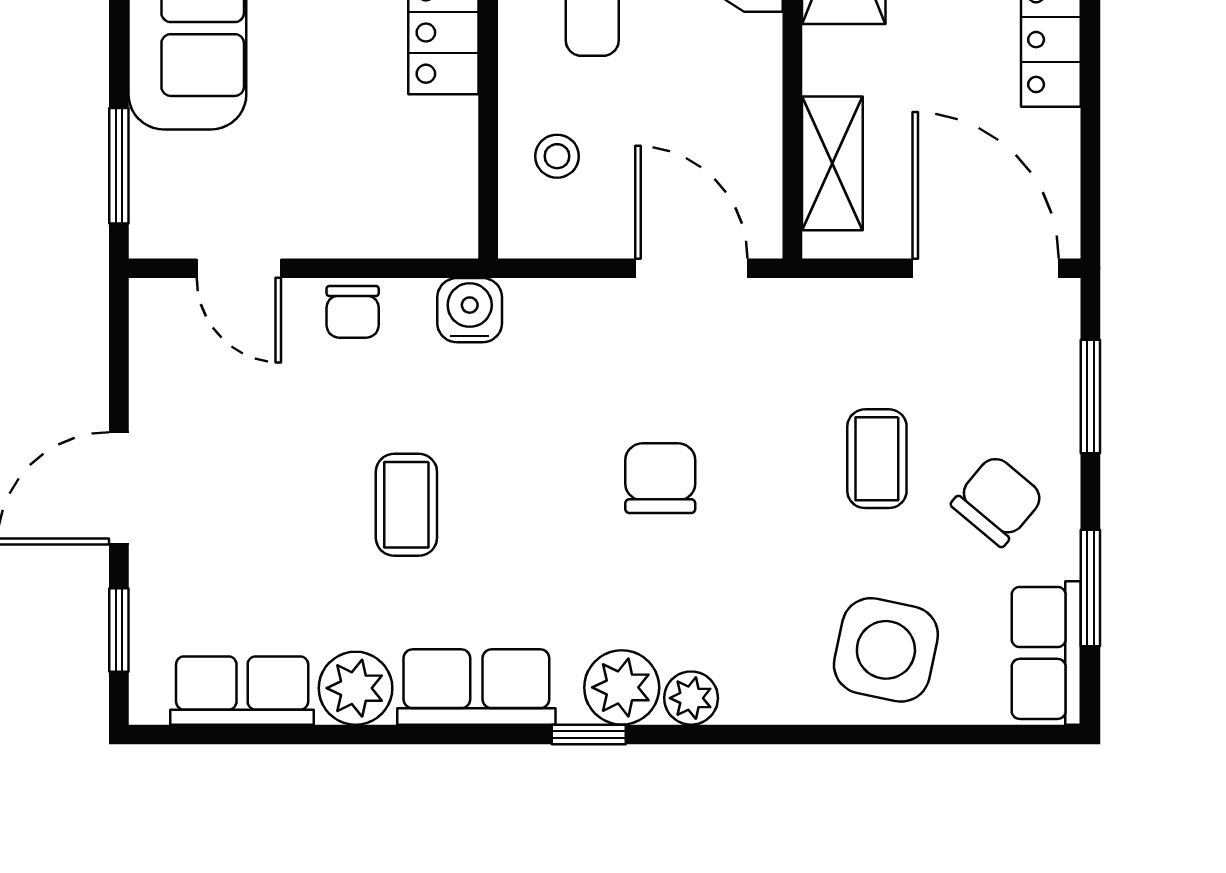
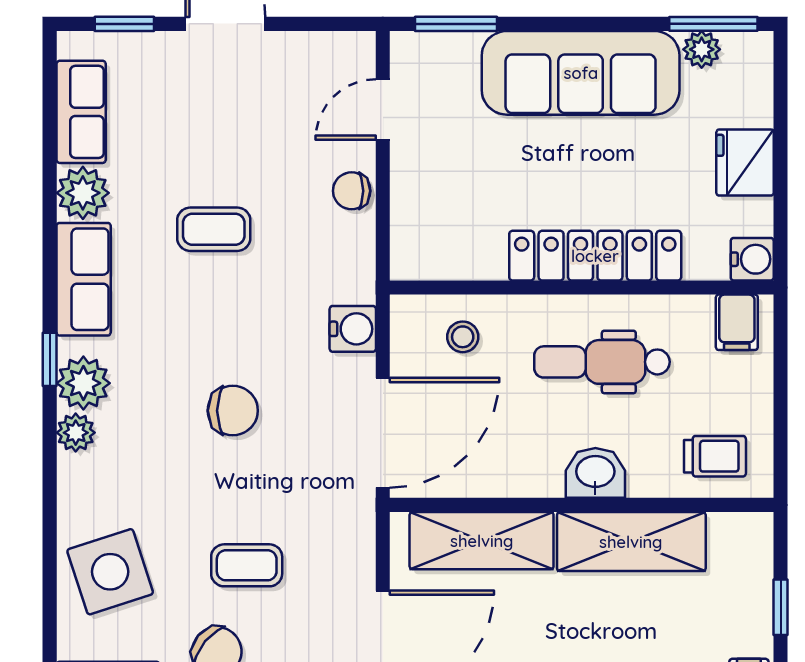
shelving: (832, 163) -> (482, 541), width x1.50, depth x1.33
door: (691, 268) -> (383, 433), width x1.36
water cooler: (470, 310) -> (353, 329), moved
side table: (886, 650) -> (110, 572), turned -30

